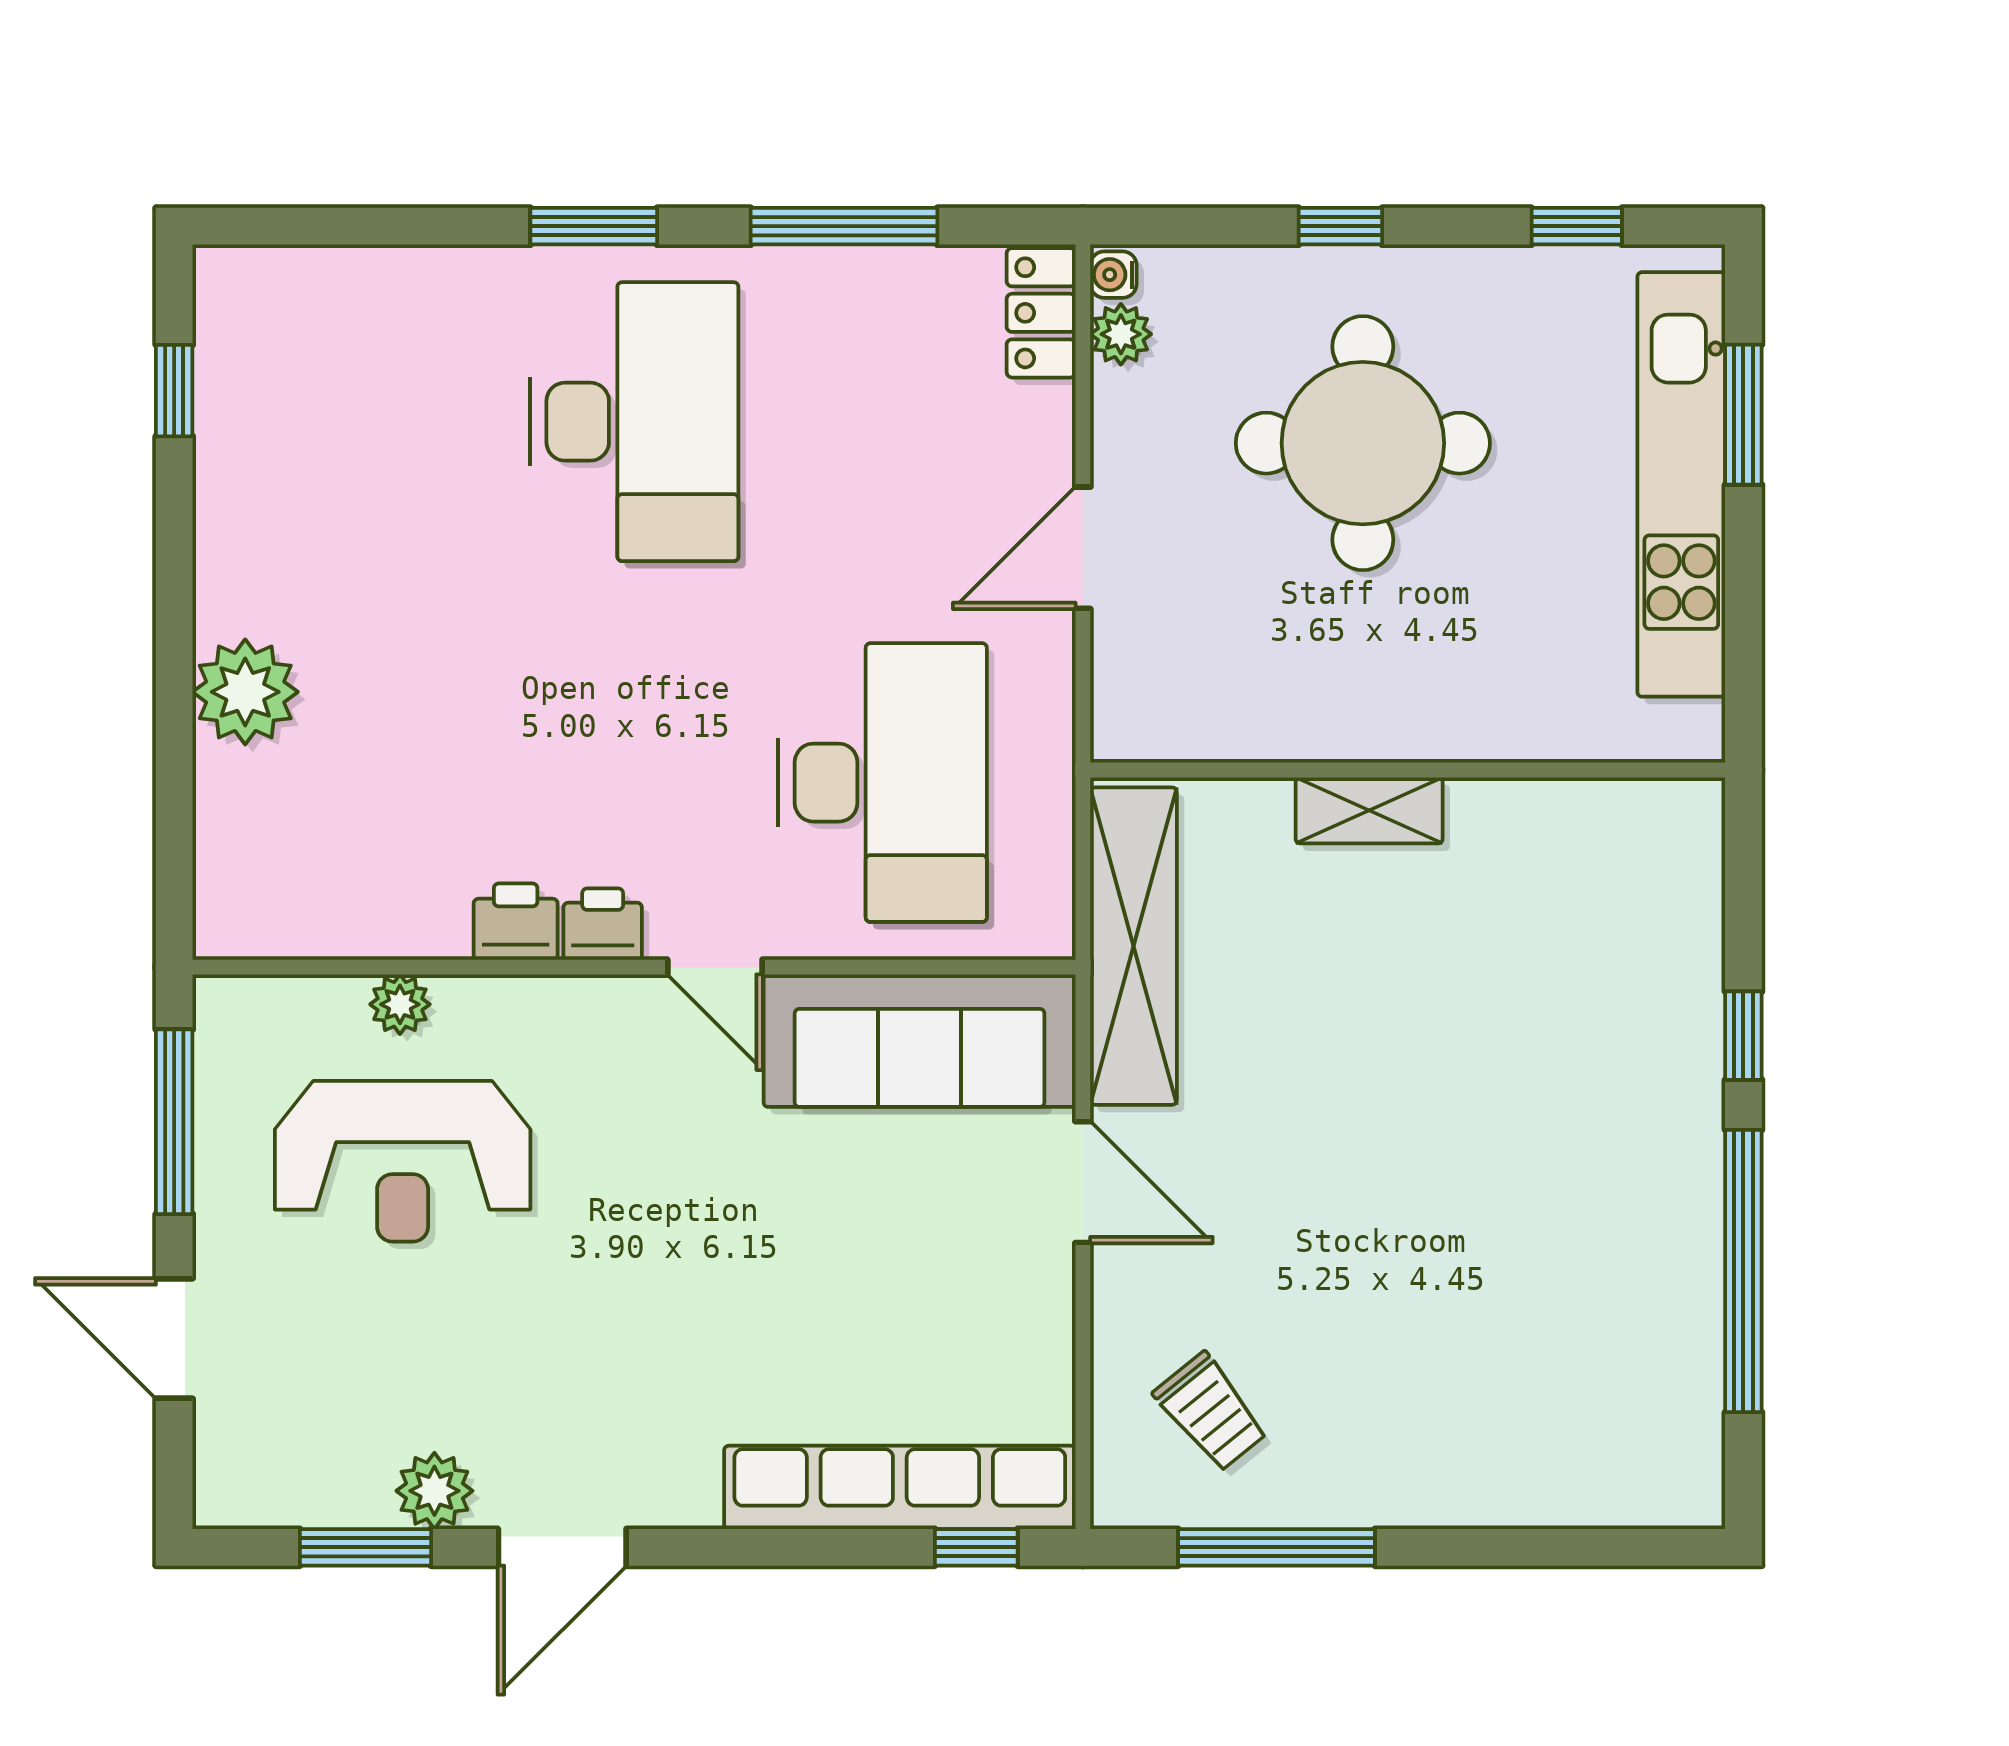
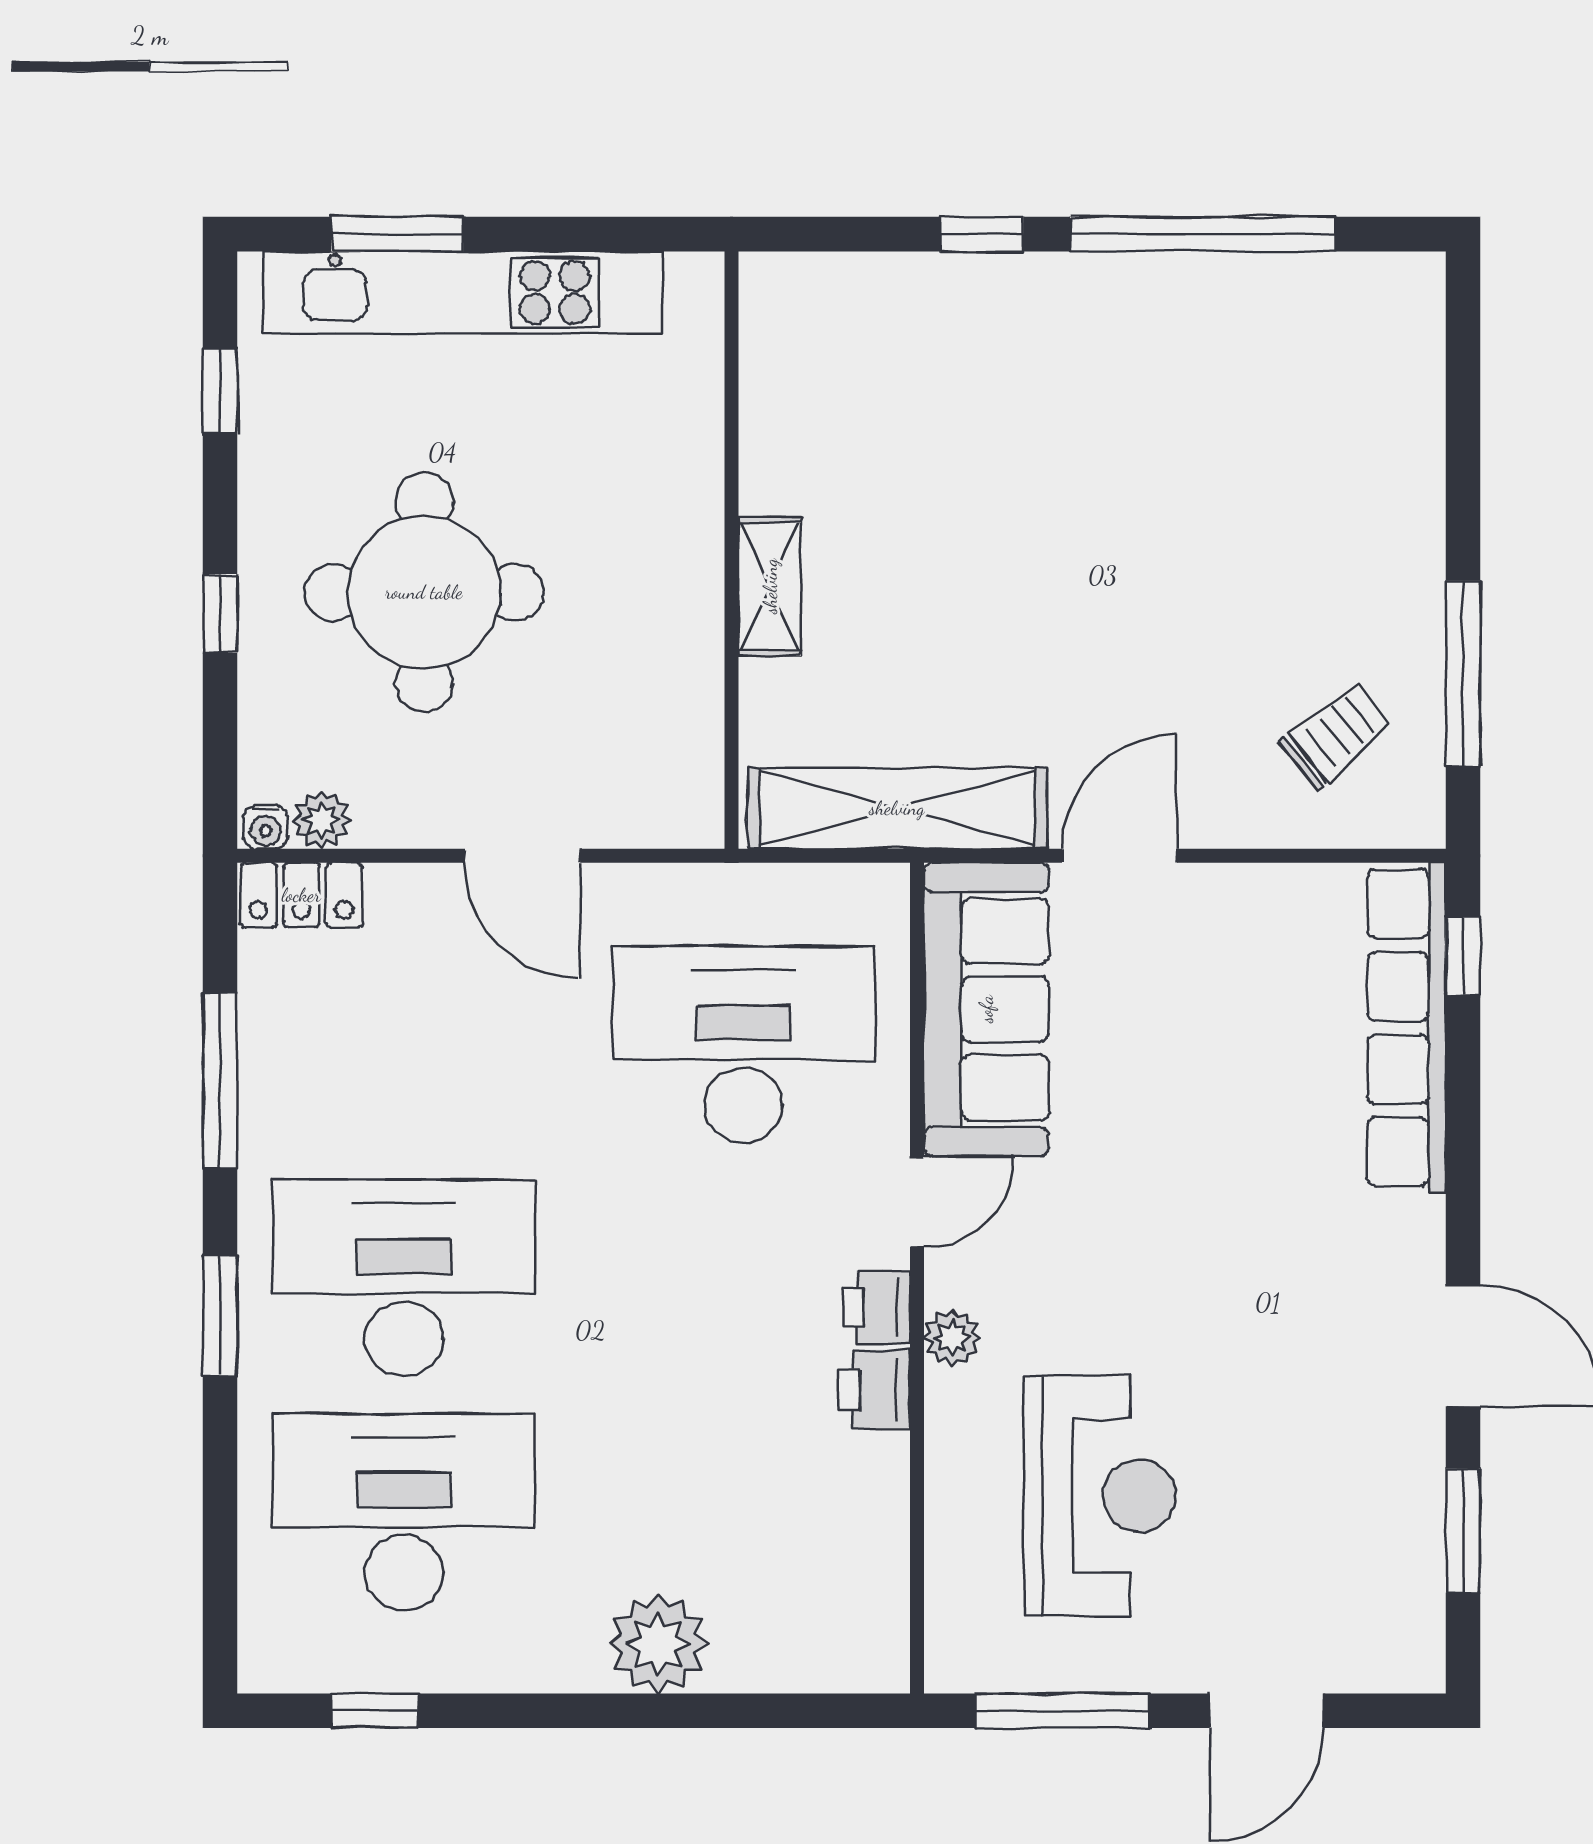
desk: (386, 422) -> (404, 1512), added
plant: (400, 1004) -> (952, 1338), moved
plant: (434, 1491) -> (1410, 1466), removed

